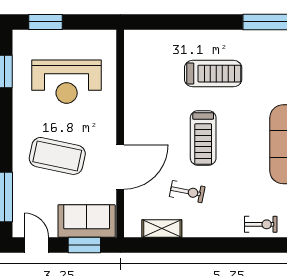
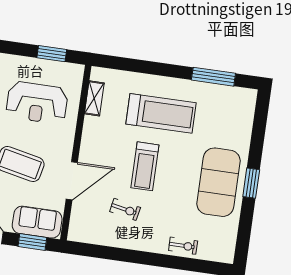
window: (46, 22) -> (52, 54), moved
treadmill: (213, 74) -> (161, 113), width x1.37, depth x1.37
shelving: (162, 229) -> (94, 98), moved, turned 90

